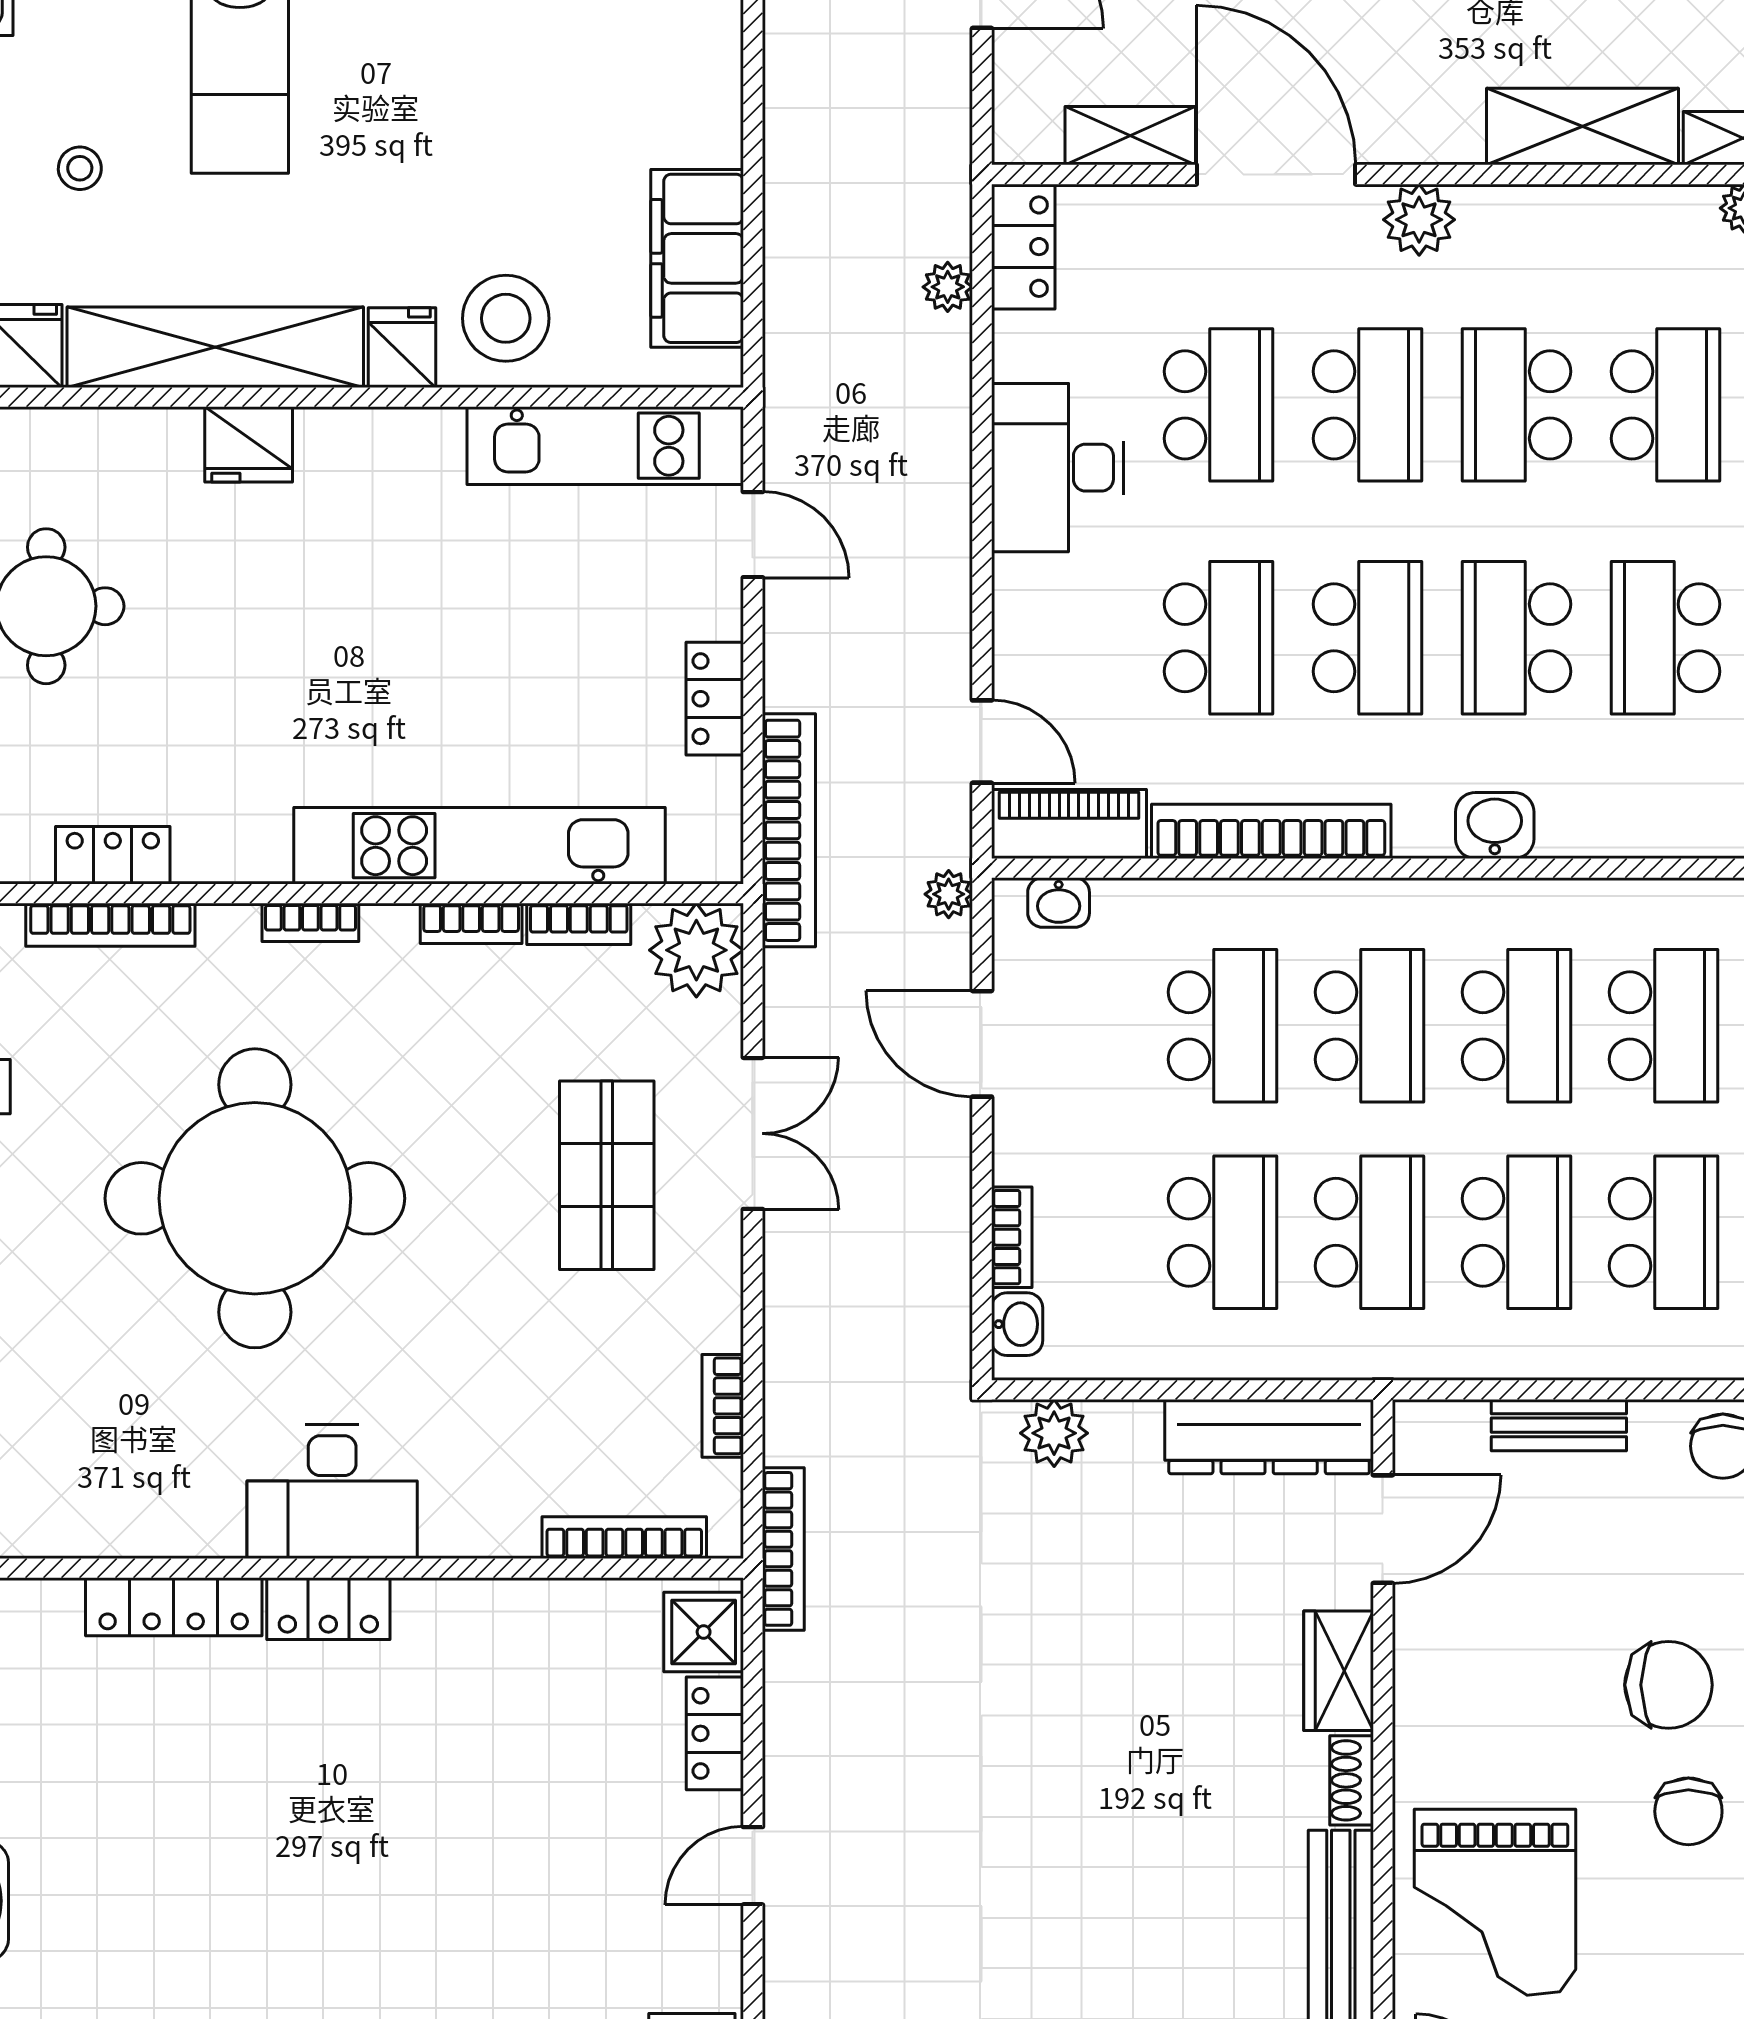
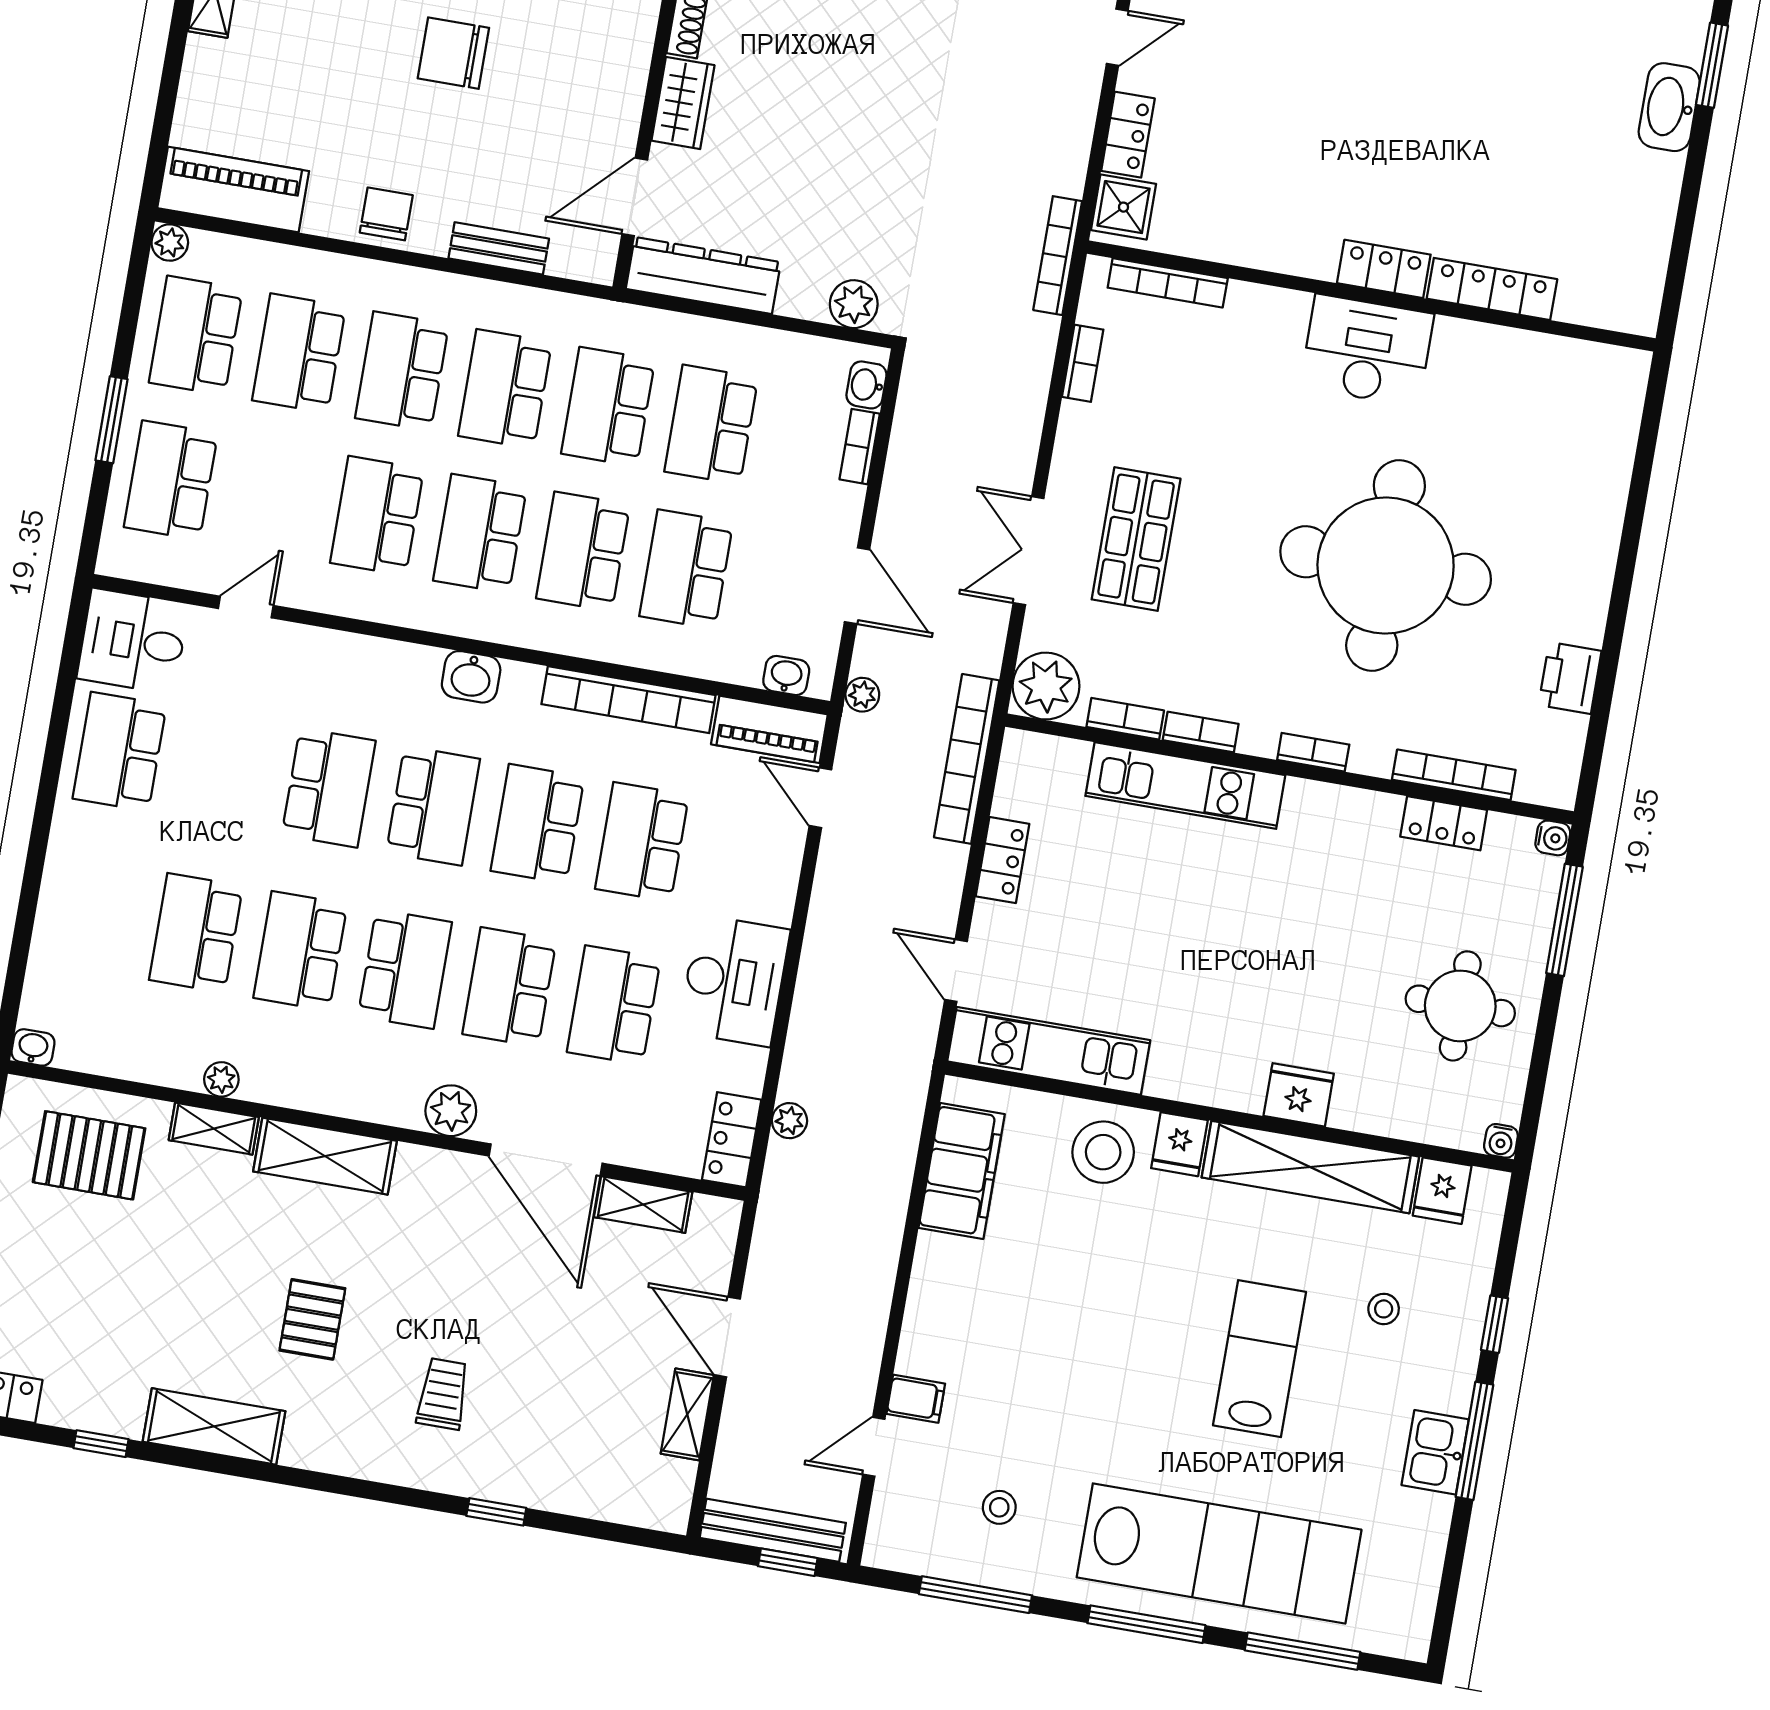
kitchen unit: (479, 846) -> (1185, 786), width x0.73

